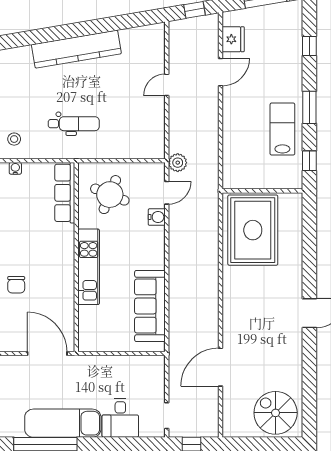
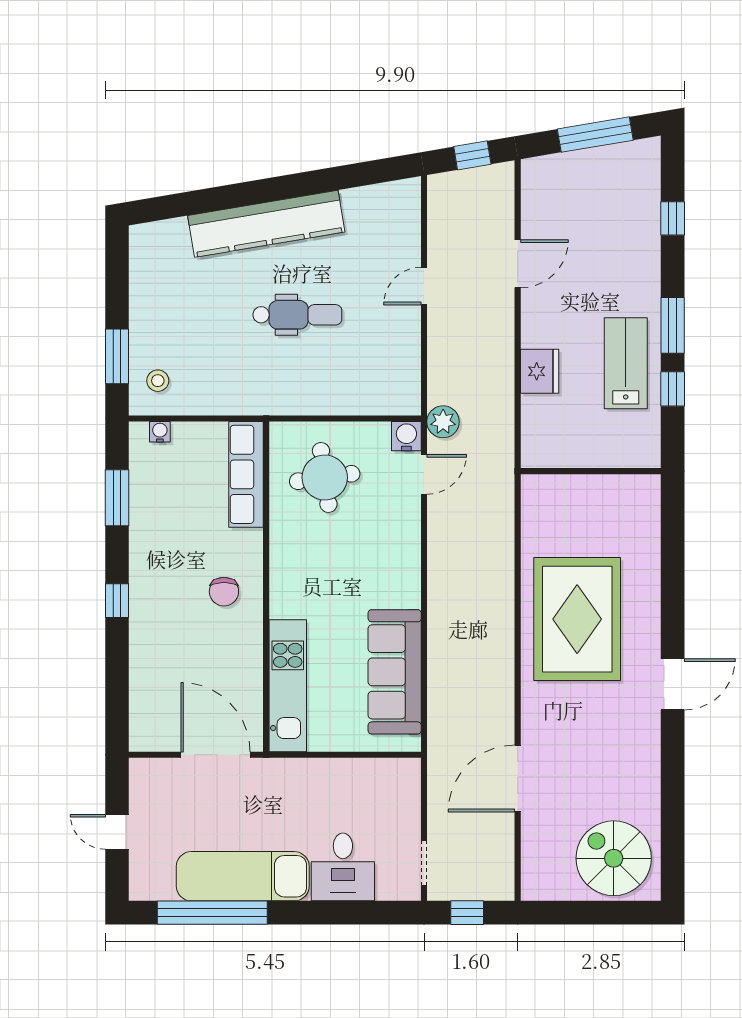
fridge: (233, 39) -> (540, 371), moved
dental chair: (74, 124) -> (297, 315), moved
window: (309, 161) -> (673, 389), moved
round table: (110, 195) -> (325, 477), turned -30
water cooler: (157, 217) -> (406, 436), moved, turned -90
rug: (253, 230) -> (577, 619), moved
kitchen unit: (89, 267) -> (288, 686), moved
chair: (16, 285) -> (224, 592), moved

